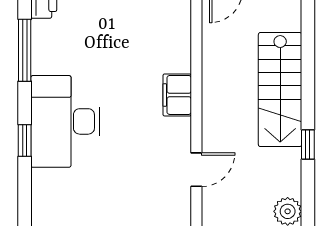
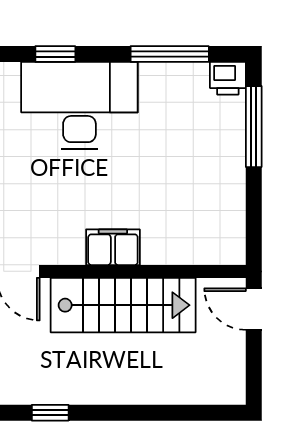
stairs: (280, 90) -> (123, 305), moved, turned 180

